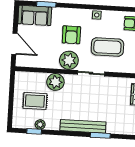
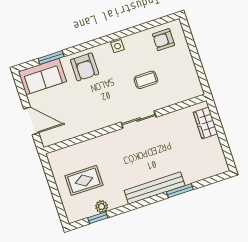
armchair: (71, 35) -> (85, 67), moved
coffee table: (107, 47) -> (146, 80), width x0.54, depth x0.58
plant: (69, 60) -> (106, 115), removed
plant: (55, 82) -> (100, 147), removed

